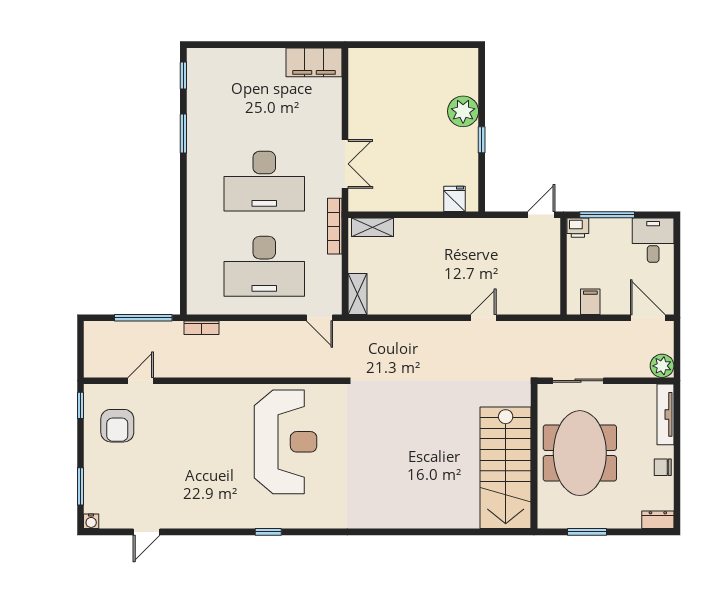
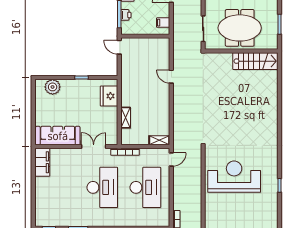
sofa: (367, 93) -> (58, 136), added
plant: (463, 111) -> (53, 87), moved
fridge: (454, 199) -> (109, 96), width x1.88, depth x1.34
shelving: (373, 227) -> (126, 118), moved
printer: (578, 228) -> (126, 15), moved
stairs: (506, 468) -> (255, 61), width x0.73, depth x0.66

